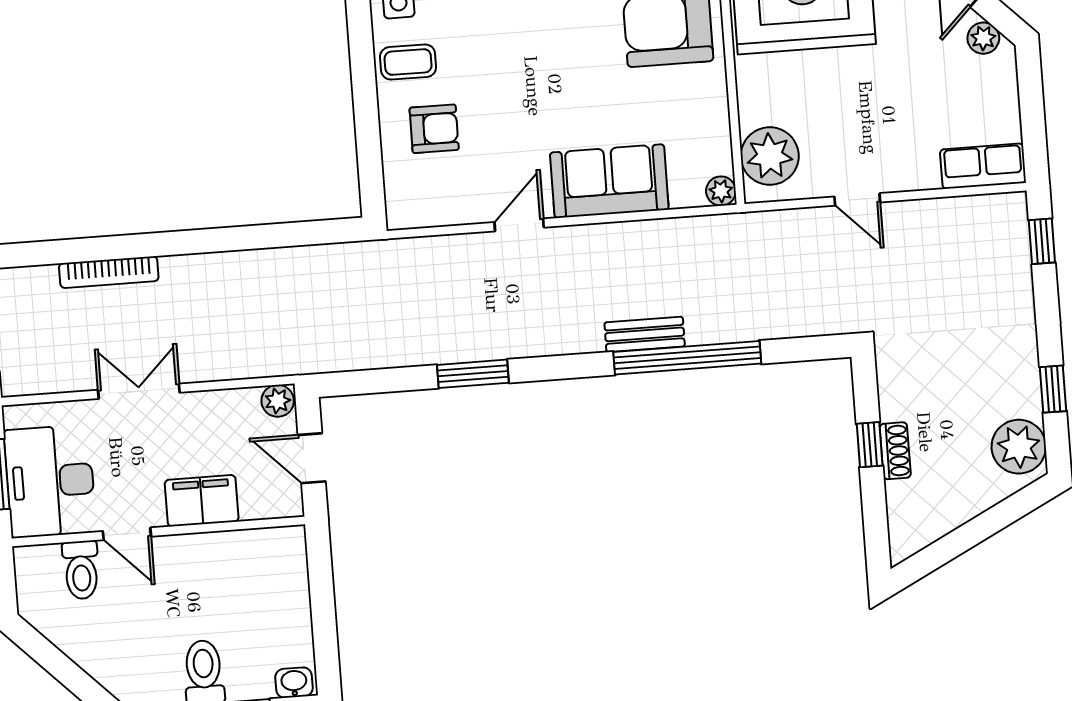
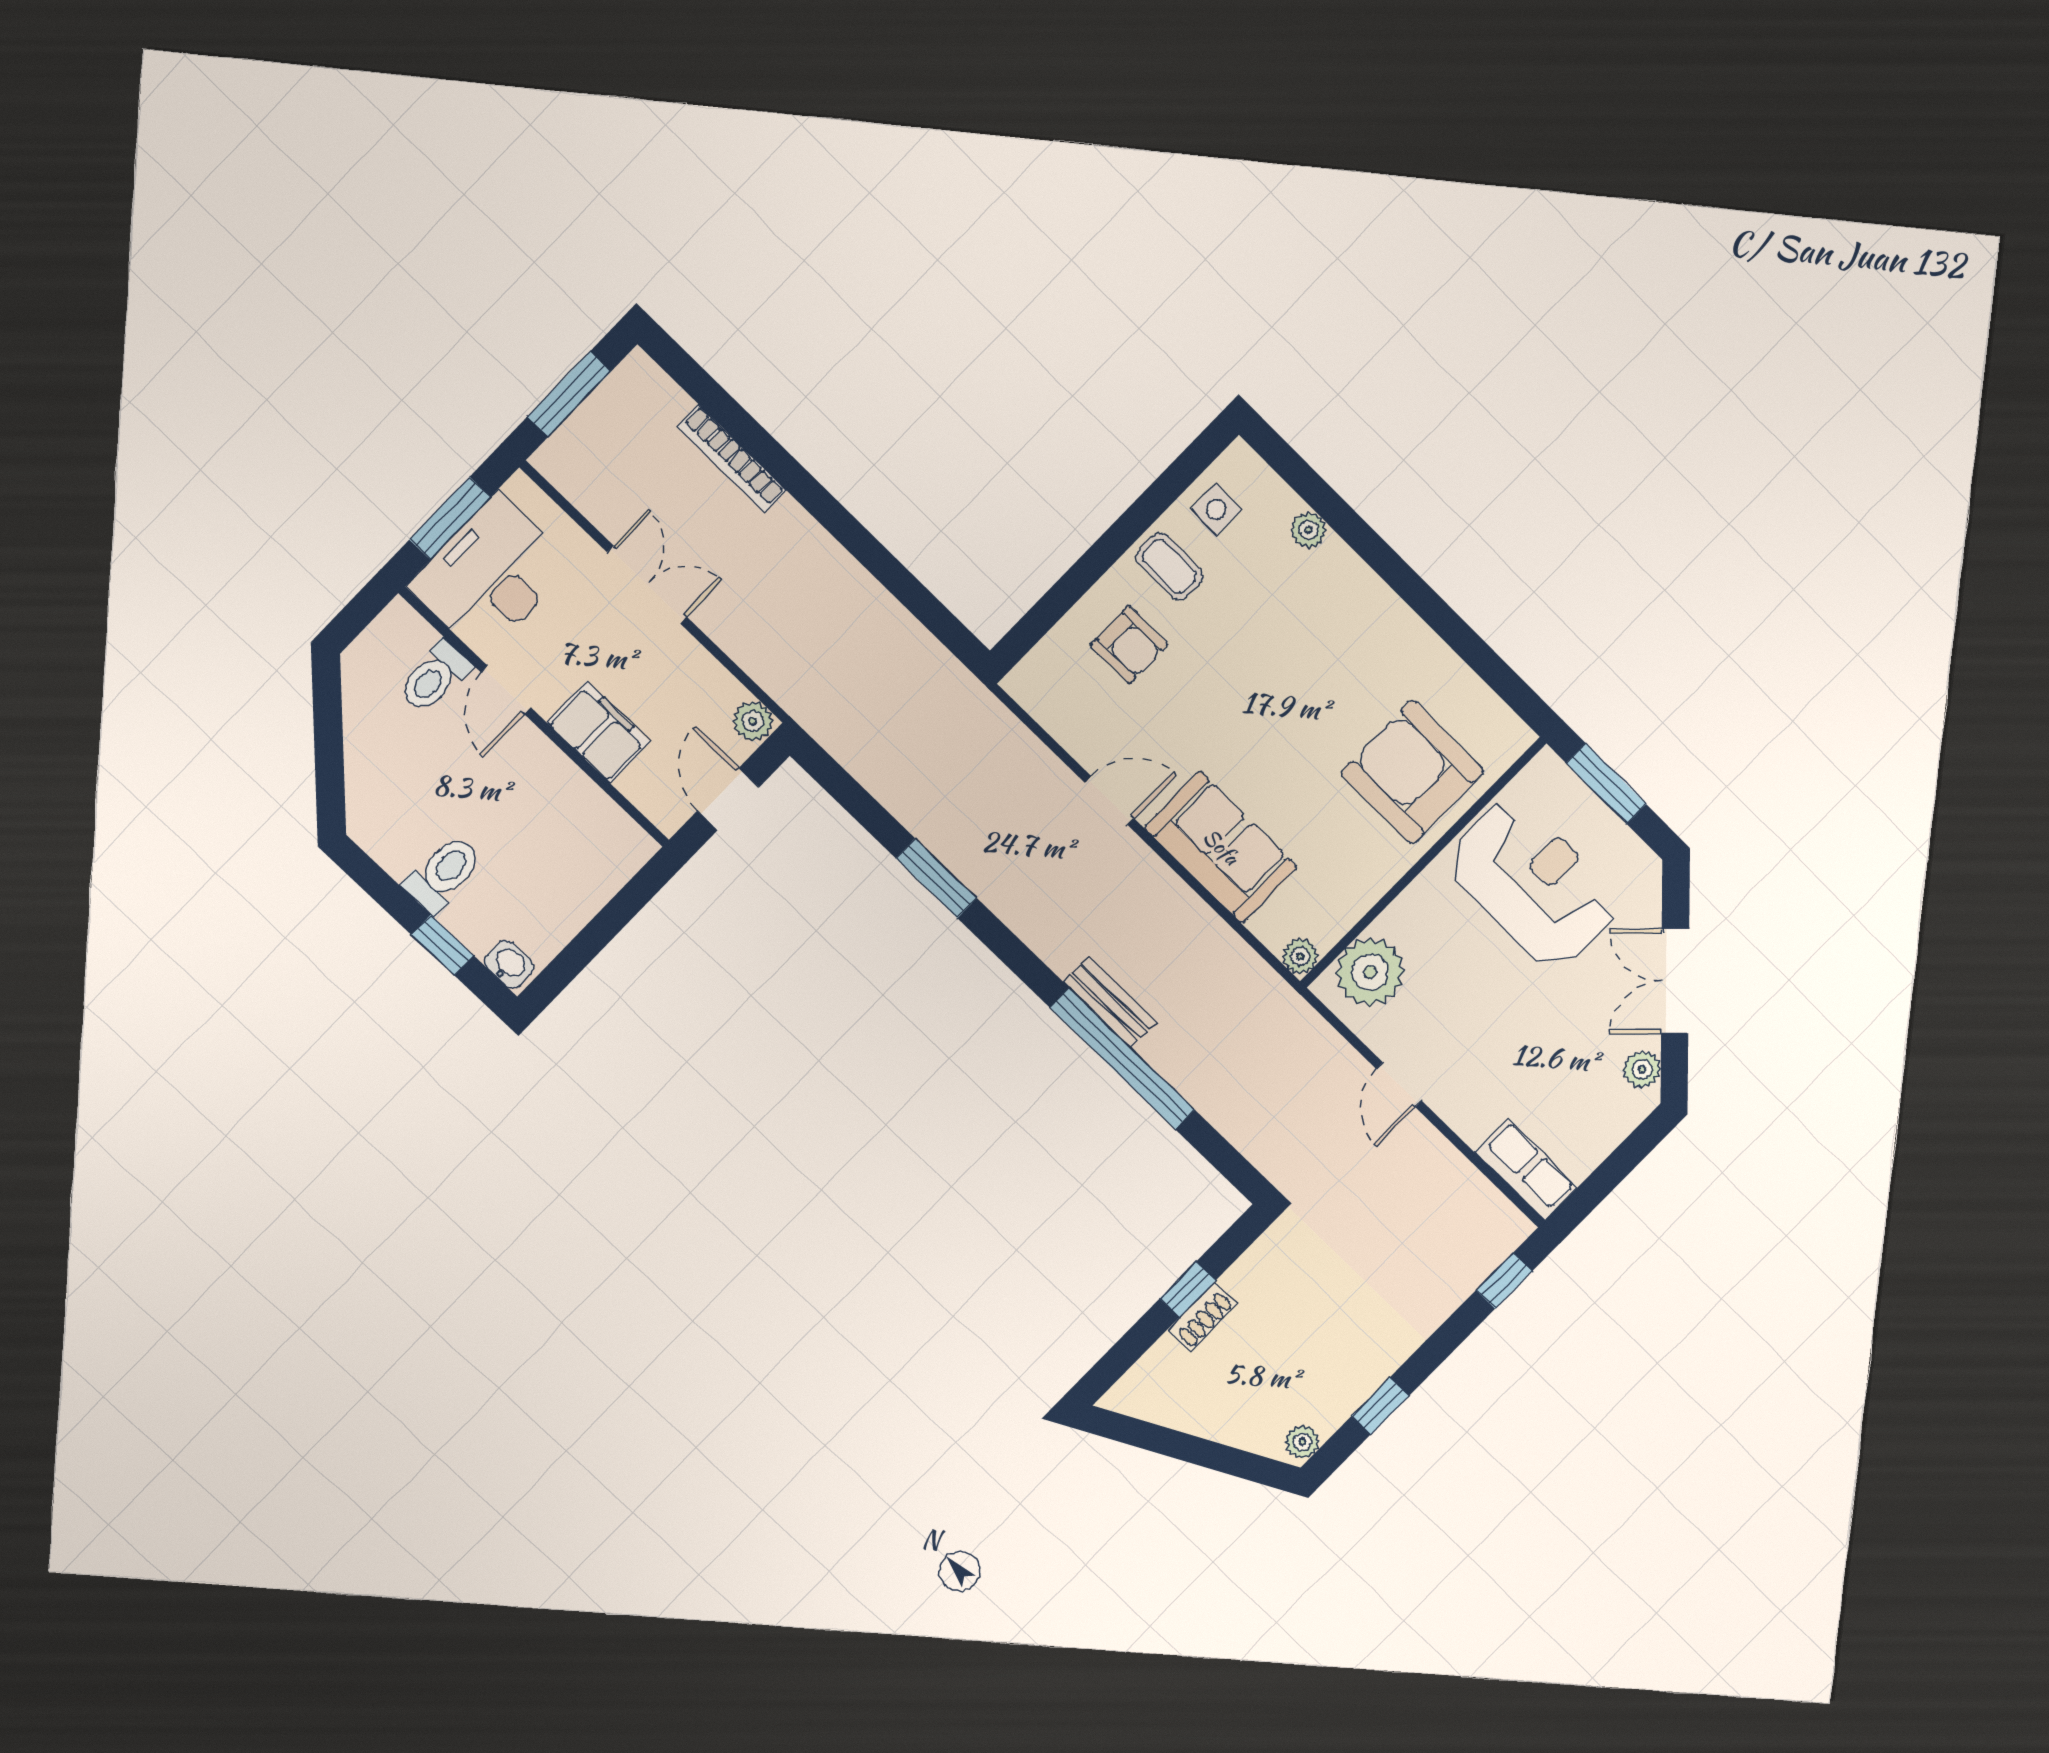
plant: (1019, 447) -> (1302, 1442), width x0.53, depth x0.53

